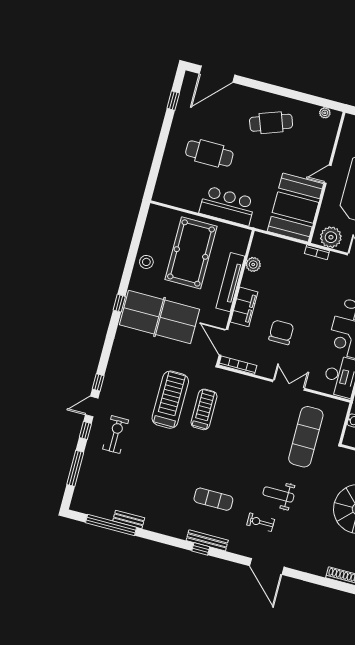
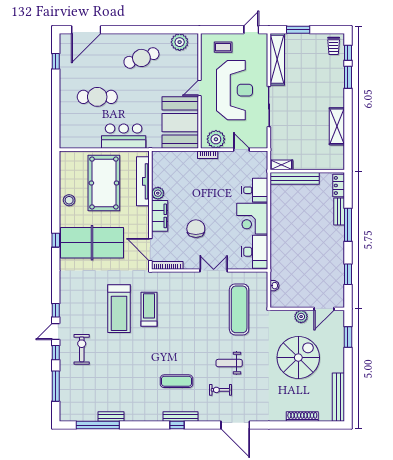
plant: (325, 113) -> (180, 42), width x1.88, depth x1.88
plant: (253, 264) -> (158, 193), moved
tv unit: (230, 282) -> (143, 181), moved
treadmill: (170, 400) -> (119, 309), turned 180

